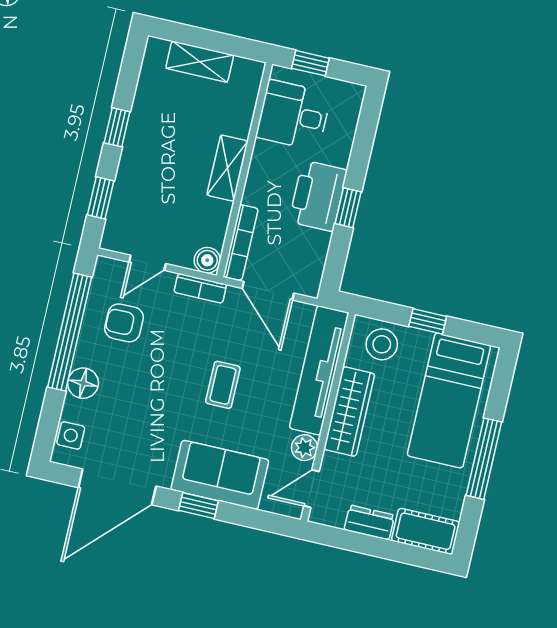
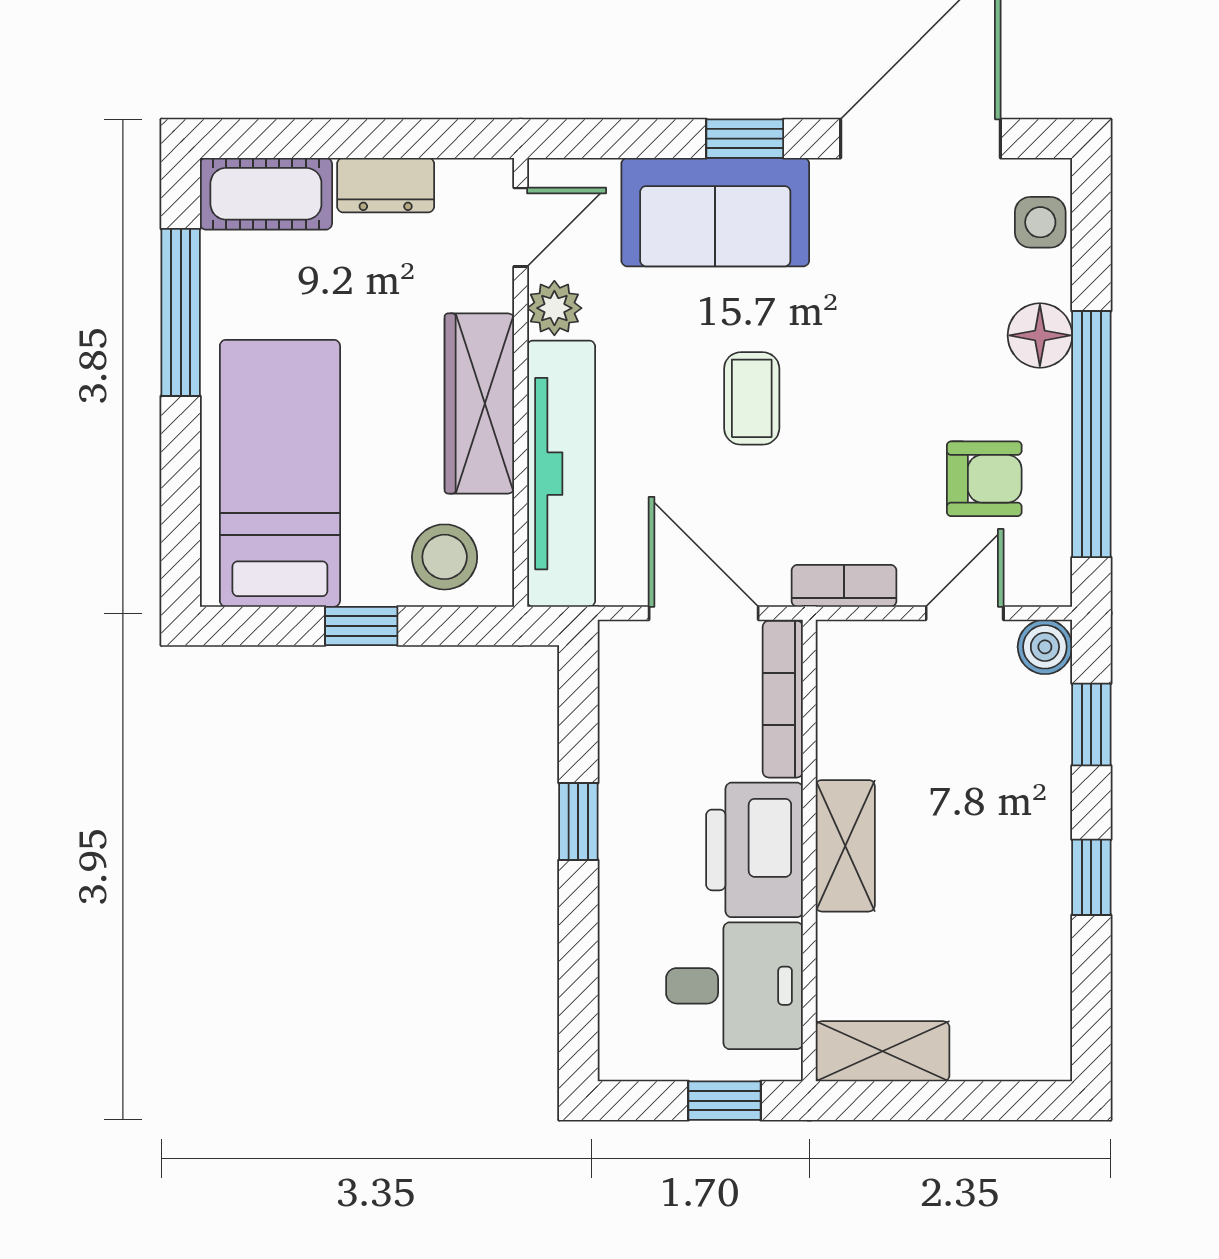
shelving: (200, 62) -> (883, 1051), moved
printer: (318, 196) -> (754, 850), moved, turned 180
boiler: (207, 260) -> (1045, 647), moved
window: (484, 459) -> (181, 312), moved

